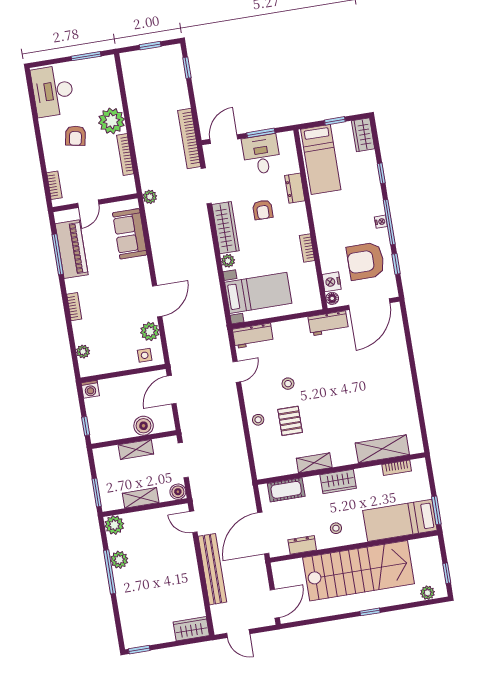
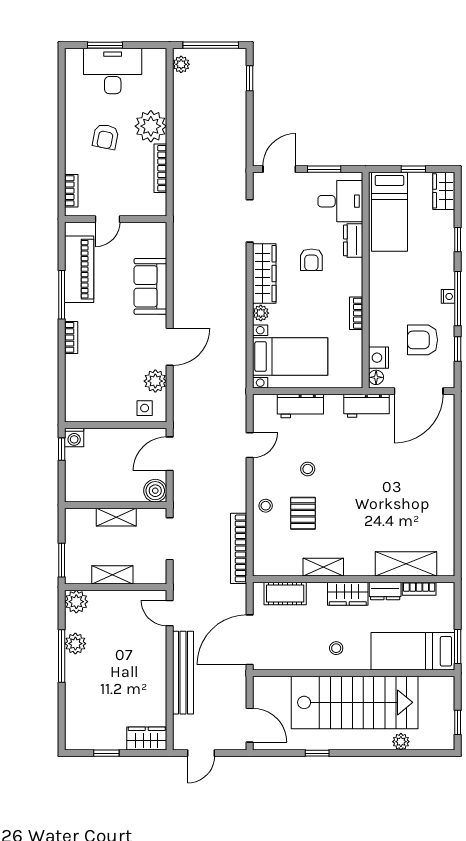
window: (150, 46) -> (211, 45), width x2.17
window: (86, 56) -> (105, 45), moved
desk: (53, 91) -> (113, 71), moved, turned 90
bookcase: (189, 138) -> (239, 548), moved
desk: (261, 154) -> (340, 201), moved, turned 90
plant: (150, 197) -> (181, 64), moved
sofa: (130, 234) -> (150, 286), moved
window: (58, 254) -> (62, 295), moved
armchair: (366, 261) -> (423, 340), width x0.73, depth x0.73
workbench: (253, 336) -> (300, 406), moved
plant: (83, 352) -> (73, 392), removed
window: (86, 426) -> (62, 449), moved
boiler: (144, 426) -> (155, 491), moved
boiler: (178, 492) -> (157, 575), removed
dresser: (302, 545) -> (385, 591), moved, turned 180
plant: (428, 593) -> (401, 742), moved
door: (275, 604) -> (250, 725), hinge flipped
window: (370, 612) -> (317, 753), moved
door: (238, 633) -> (201, 753), hinge flipped
window: (139, 650) -> (106, 753), moved

